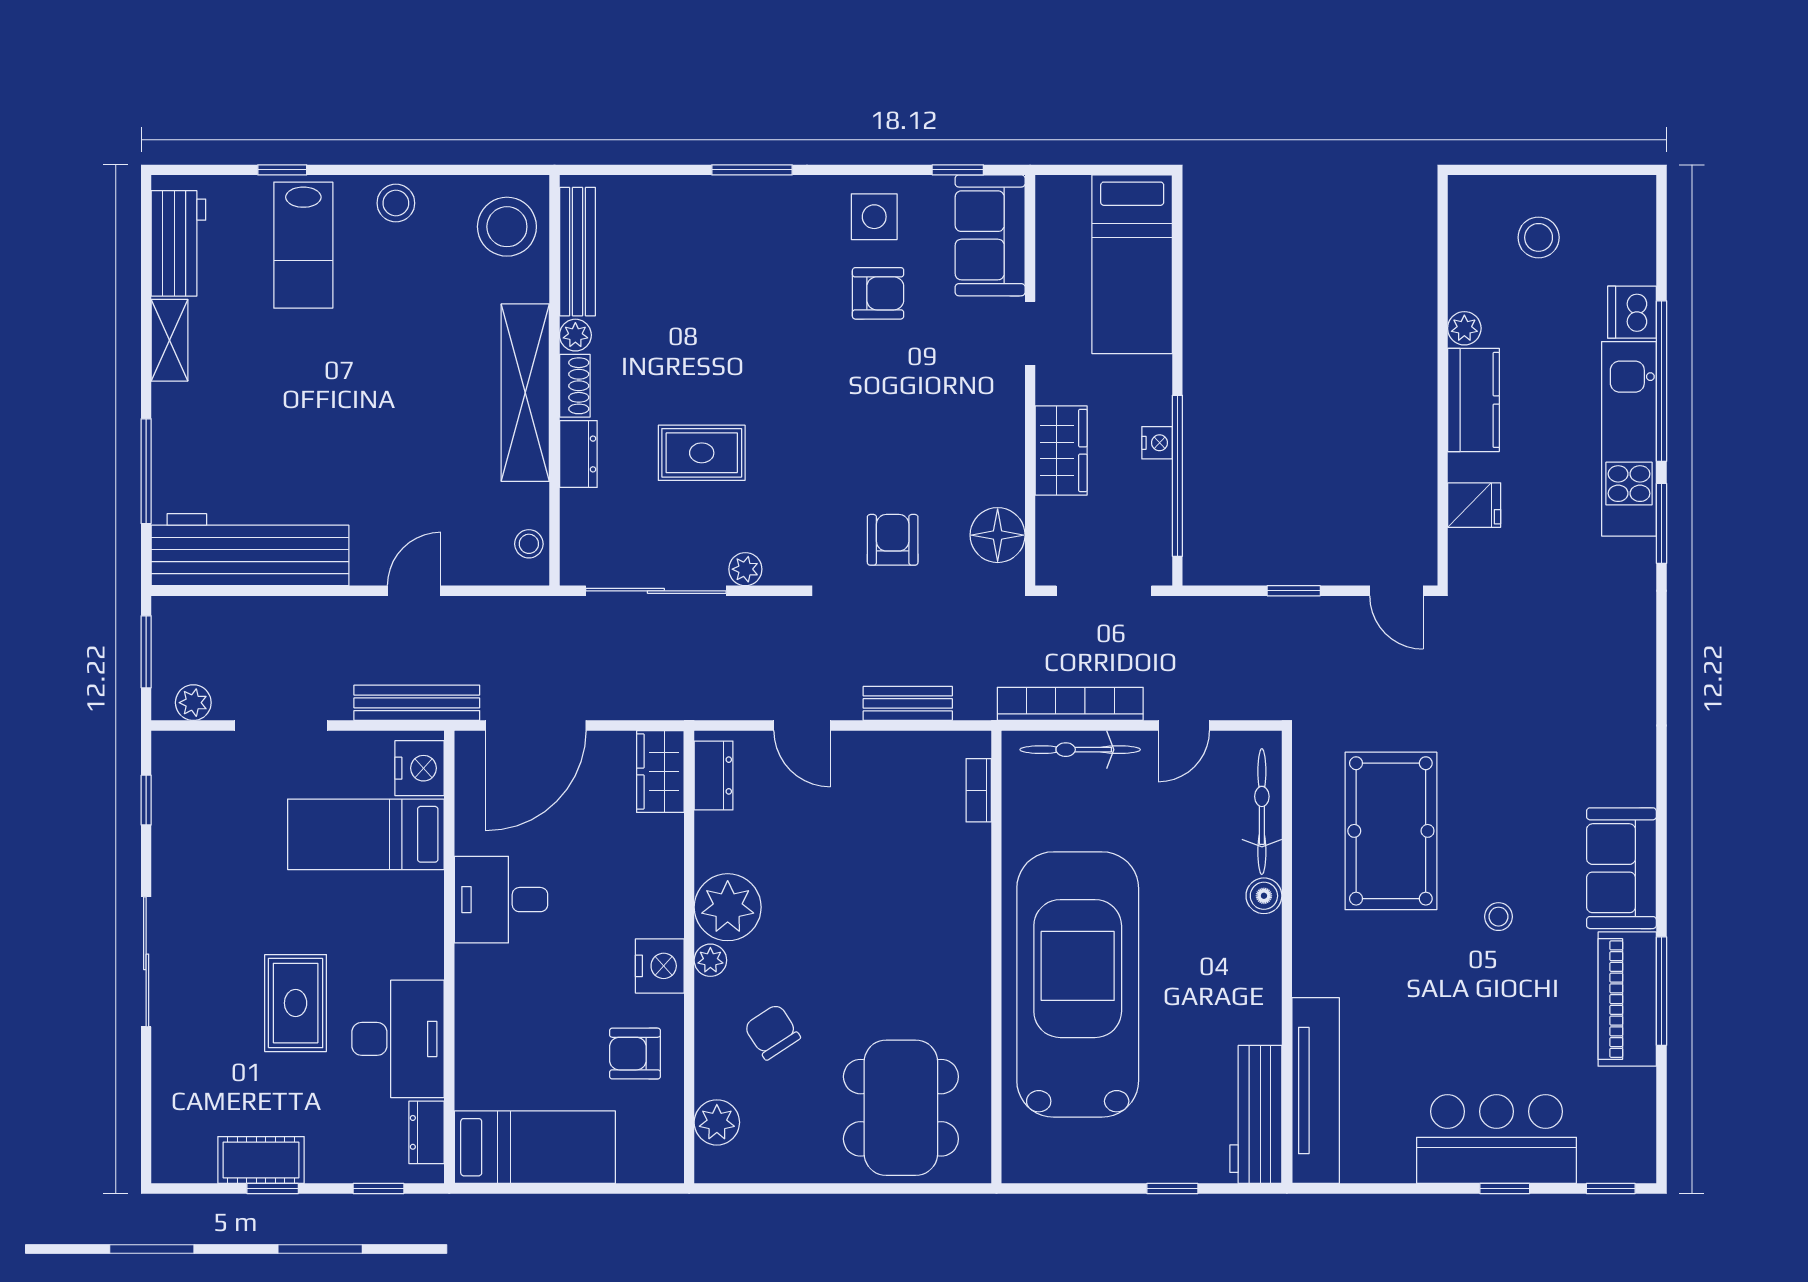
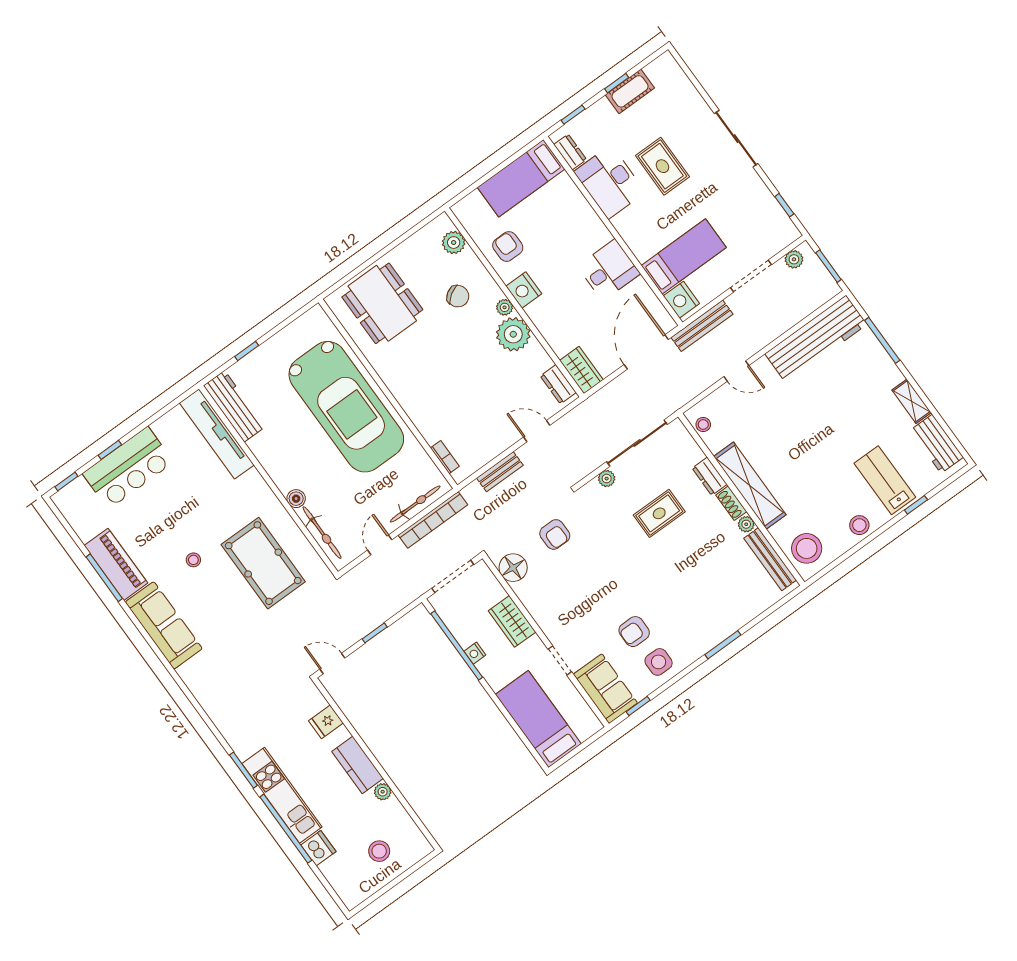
door: (414, 591) -> (736, 371), hinge flipped
sofa: (1621, 868) -> (164, 625), width x1.36
armchair: (635, 1054) -> (508, 246), turned -90

